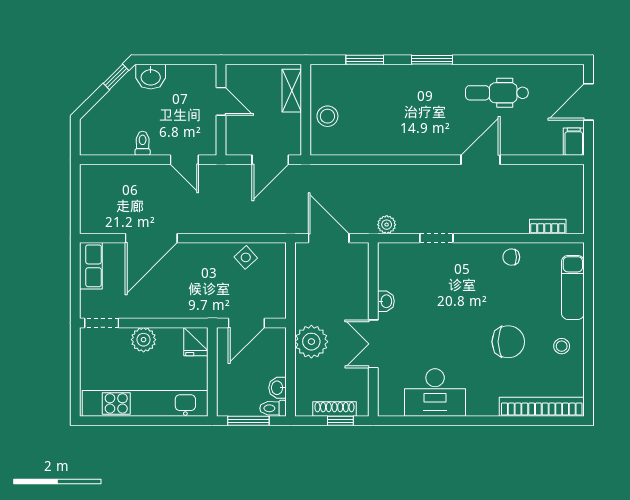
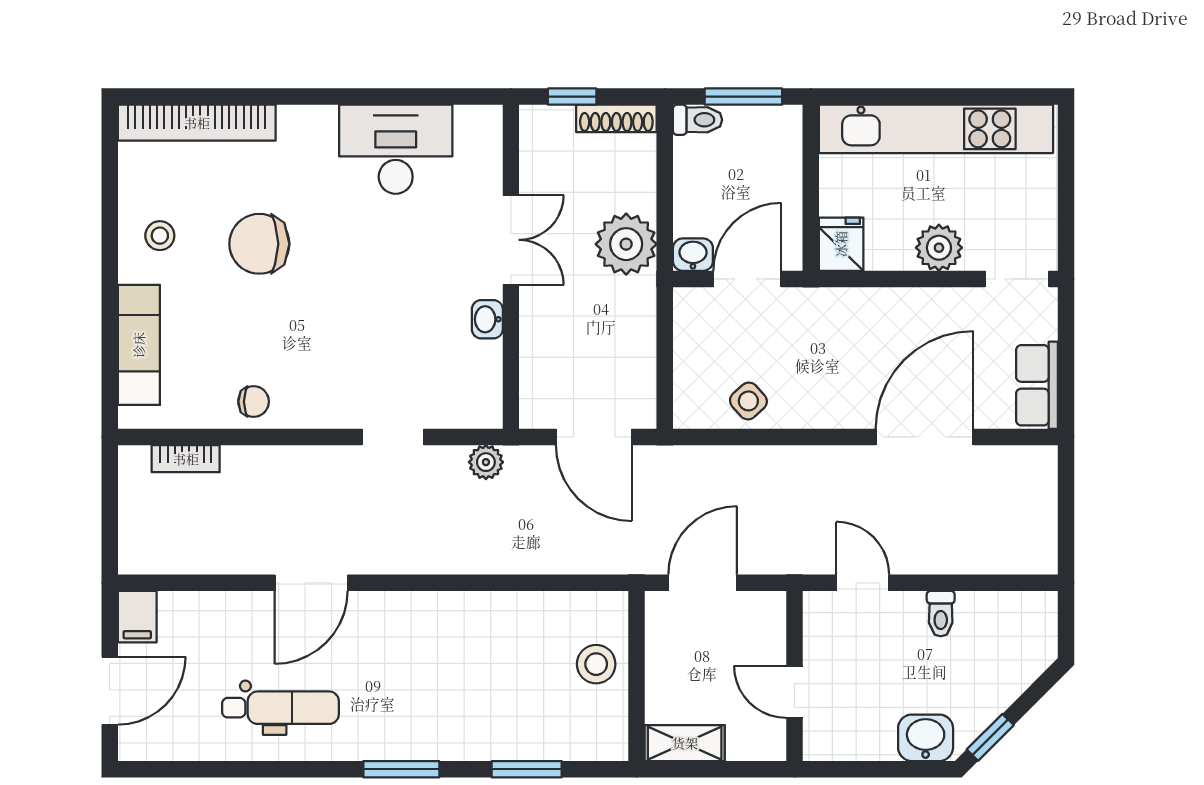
shelving: (292, 91) -> (685, 743), moved, turned 90
washbasin: (278, 388) -> (693, 255), moved, turned -90
shoe rack: (334, 409) -> (616, 118), moved

